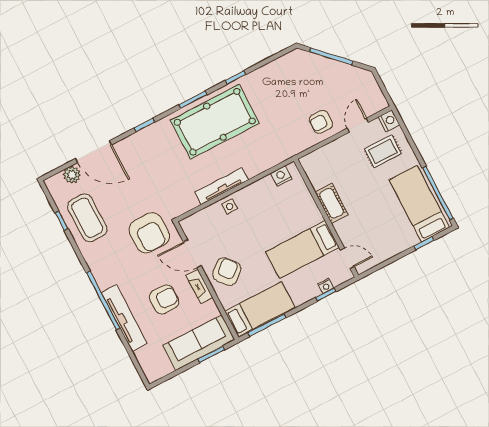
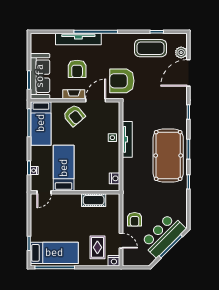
bar counter: (322, 74) -> (163, 235), added
armchair: (321, 122) -> (135, 219), turned 180
cot: (332, 203) -> (94, 200), moved

